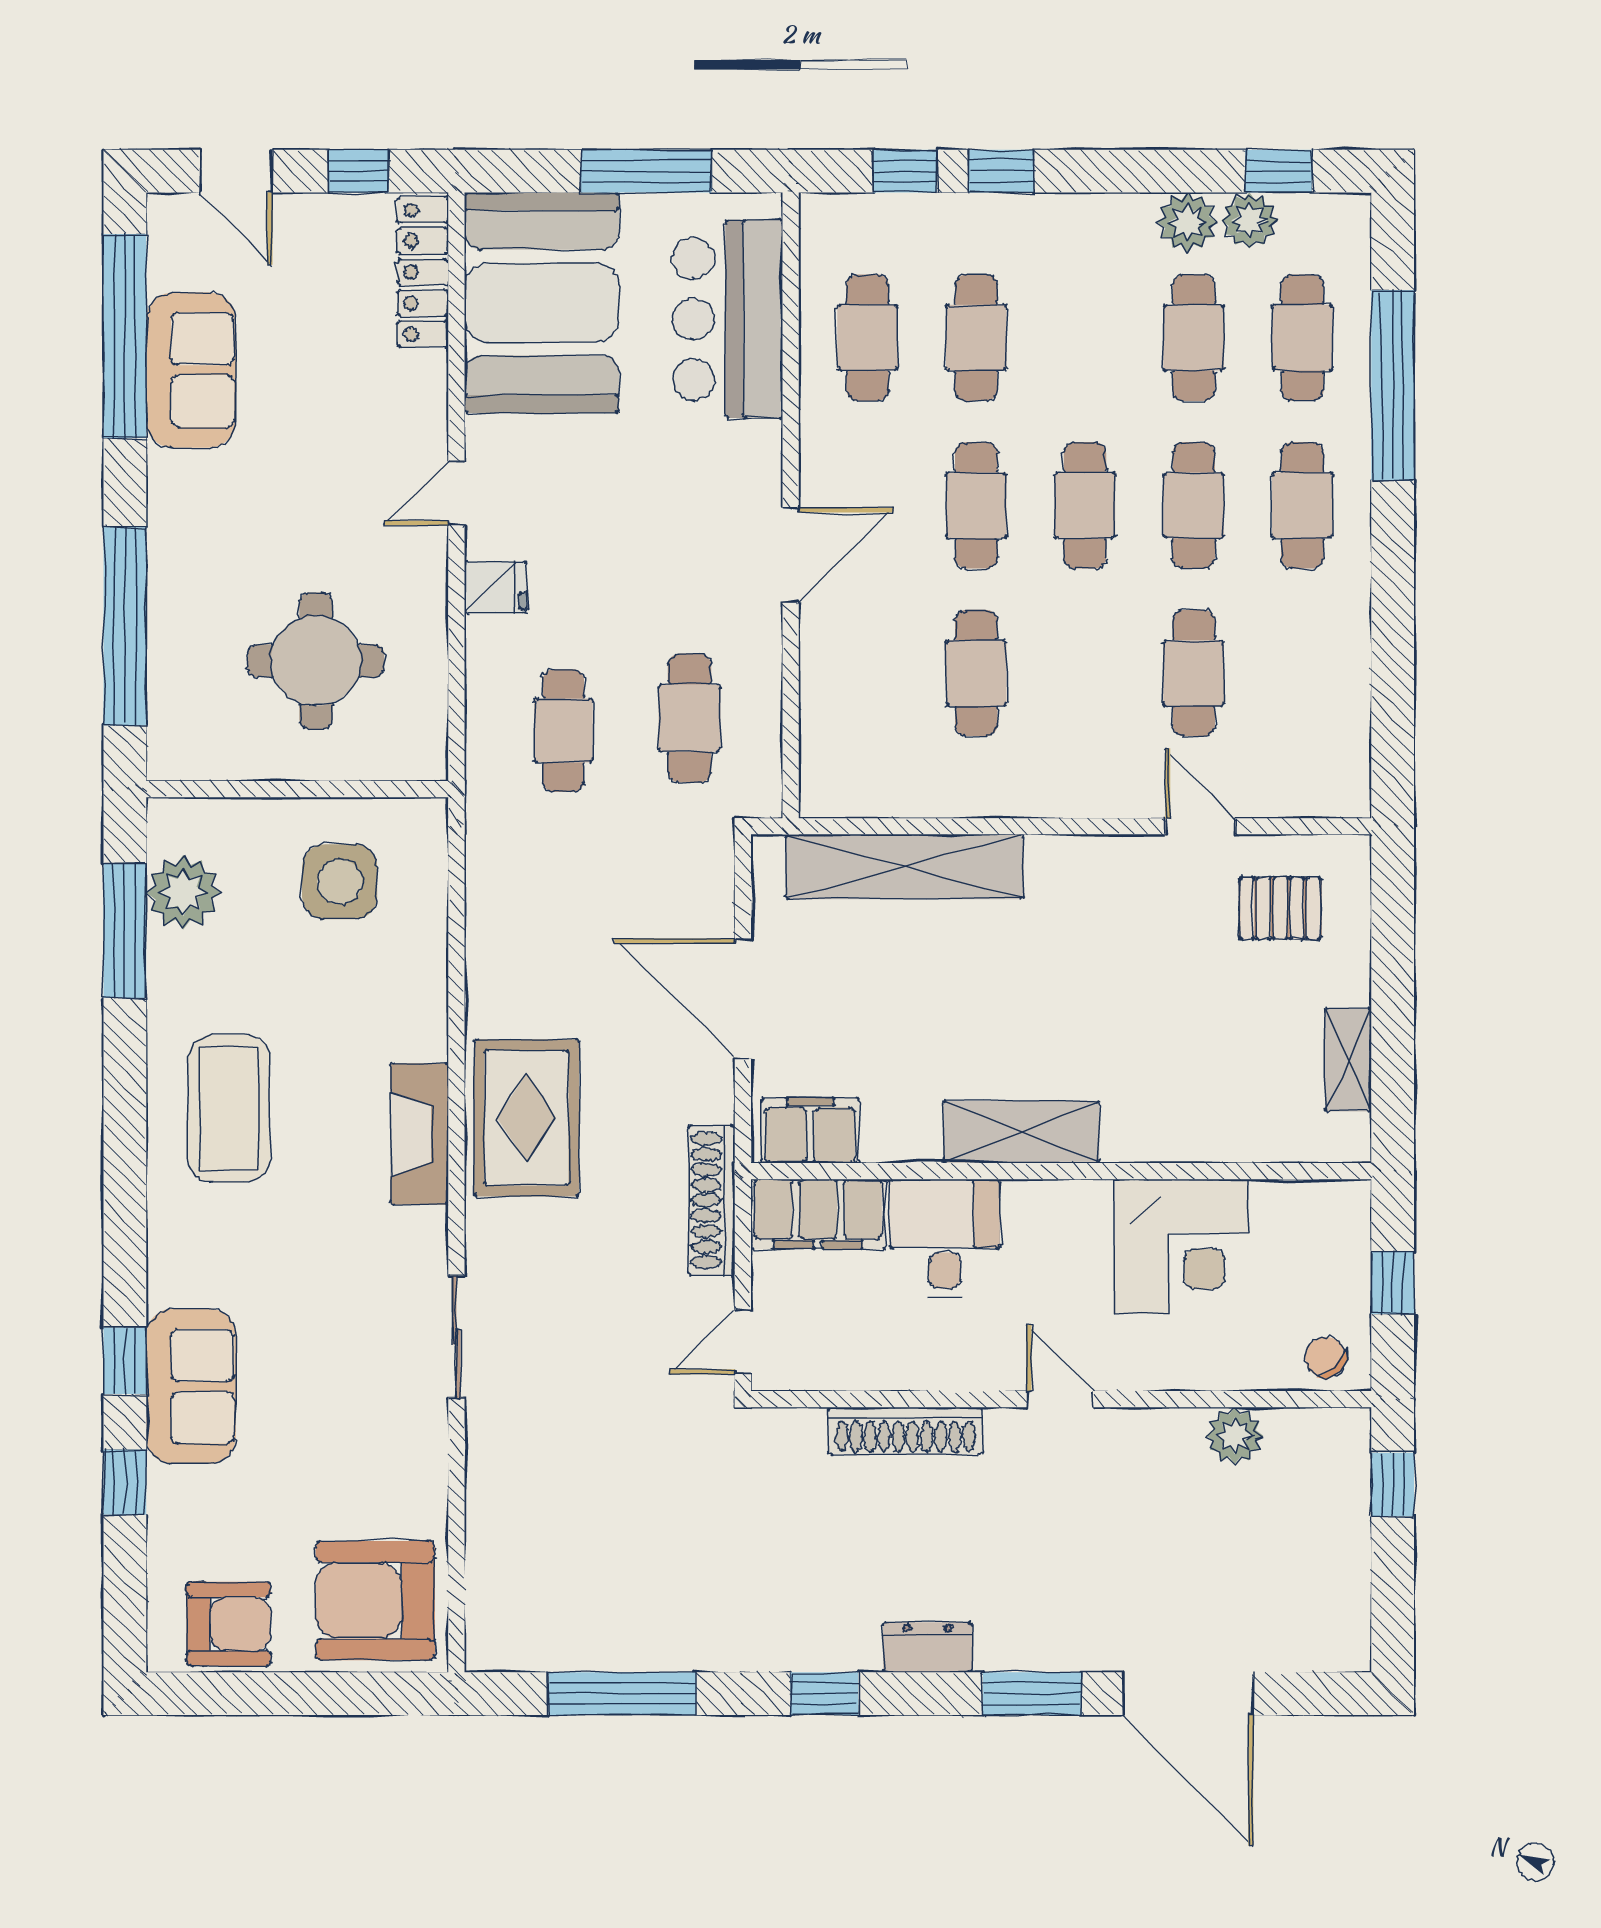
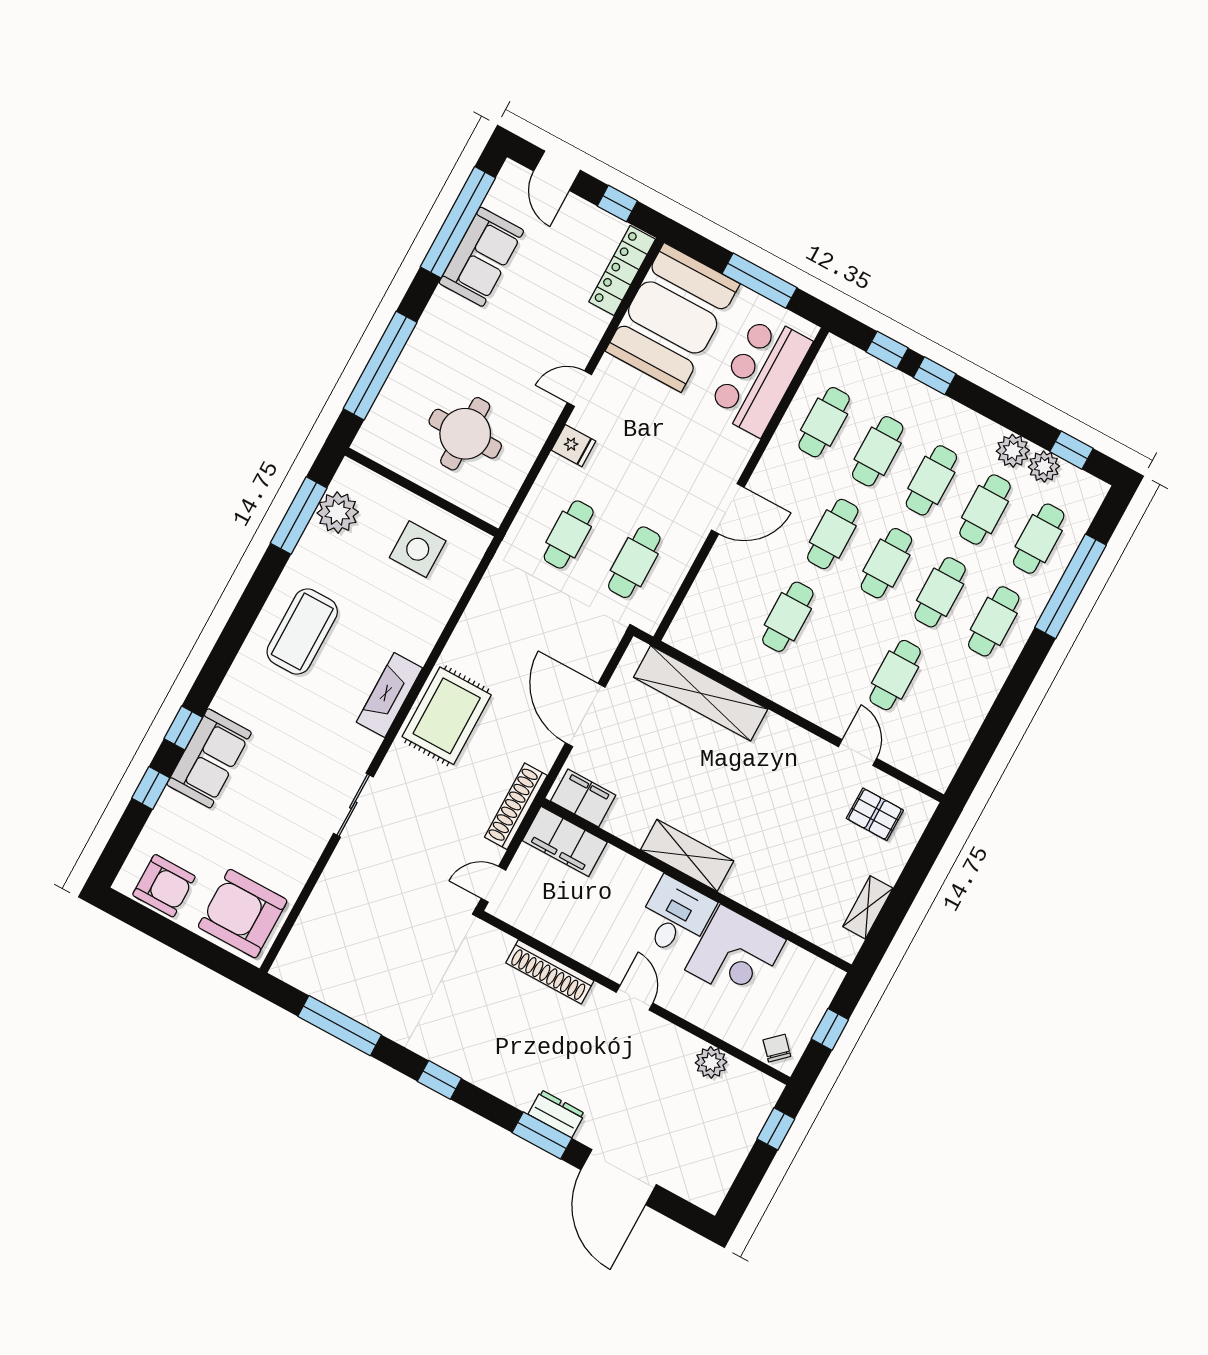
cafe table: (1085, 338) -> (931, 480), added
desk: (945, 1238) -> (675, 917), moved
dresser: (928, 1647) -> (556, 1114), moved

